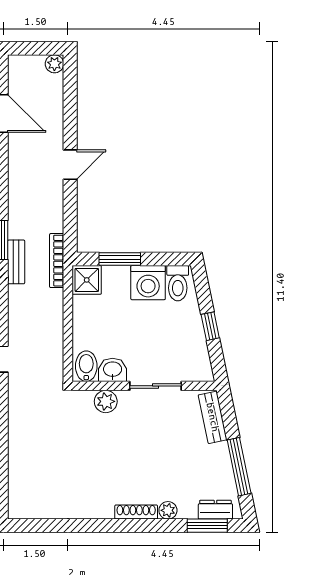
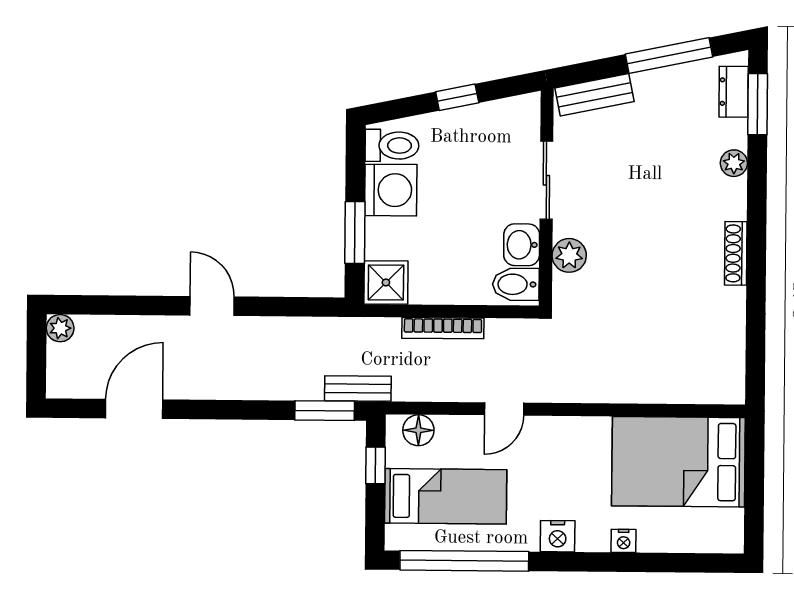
bookcase: (57, 261) -> (443, 328), moved
shoe rack: (136, 512) -> (736, 253), moved

